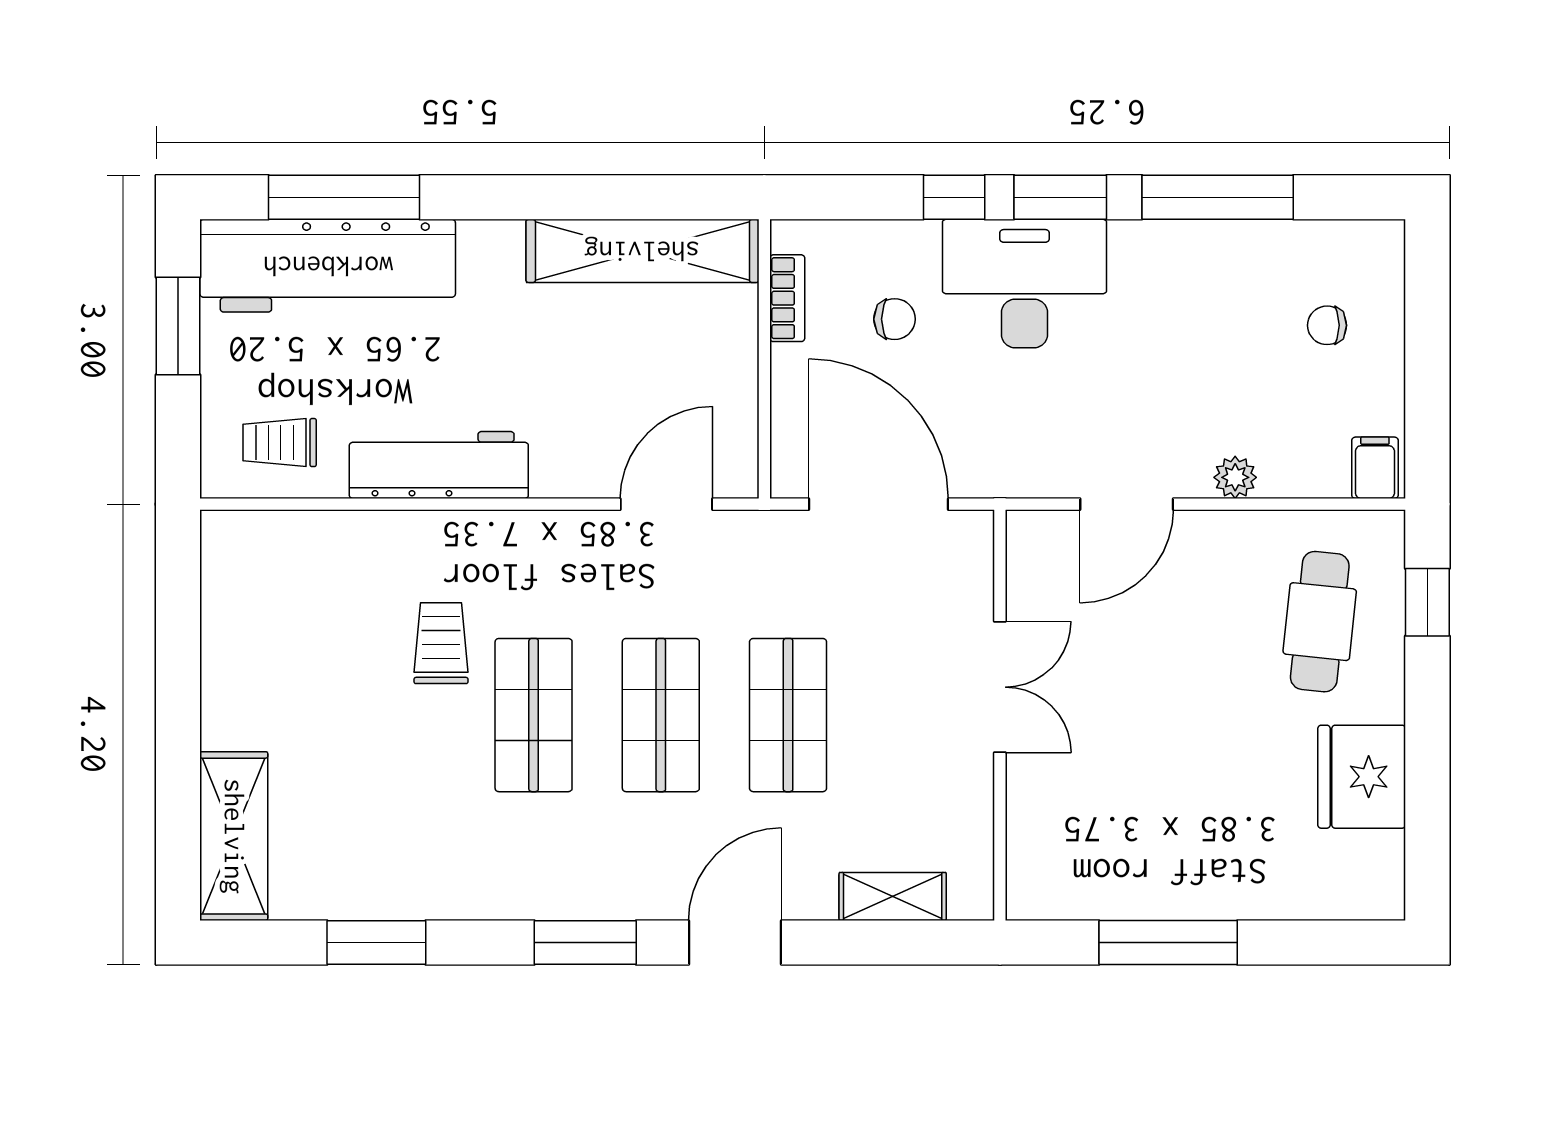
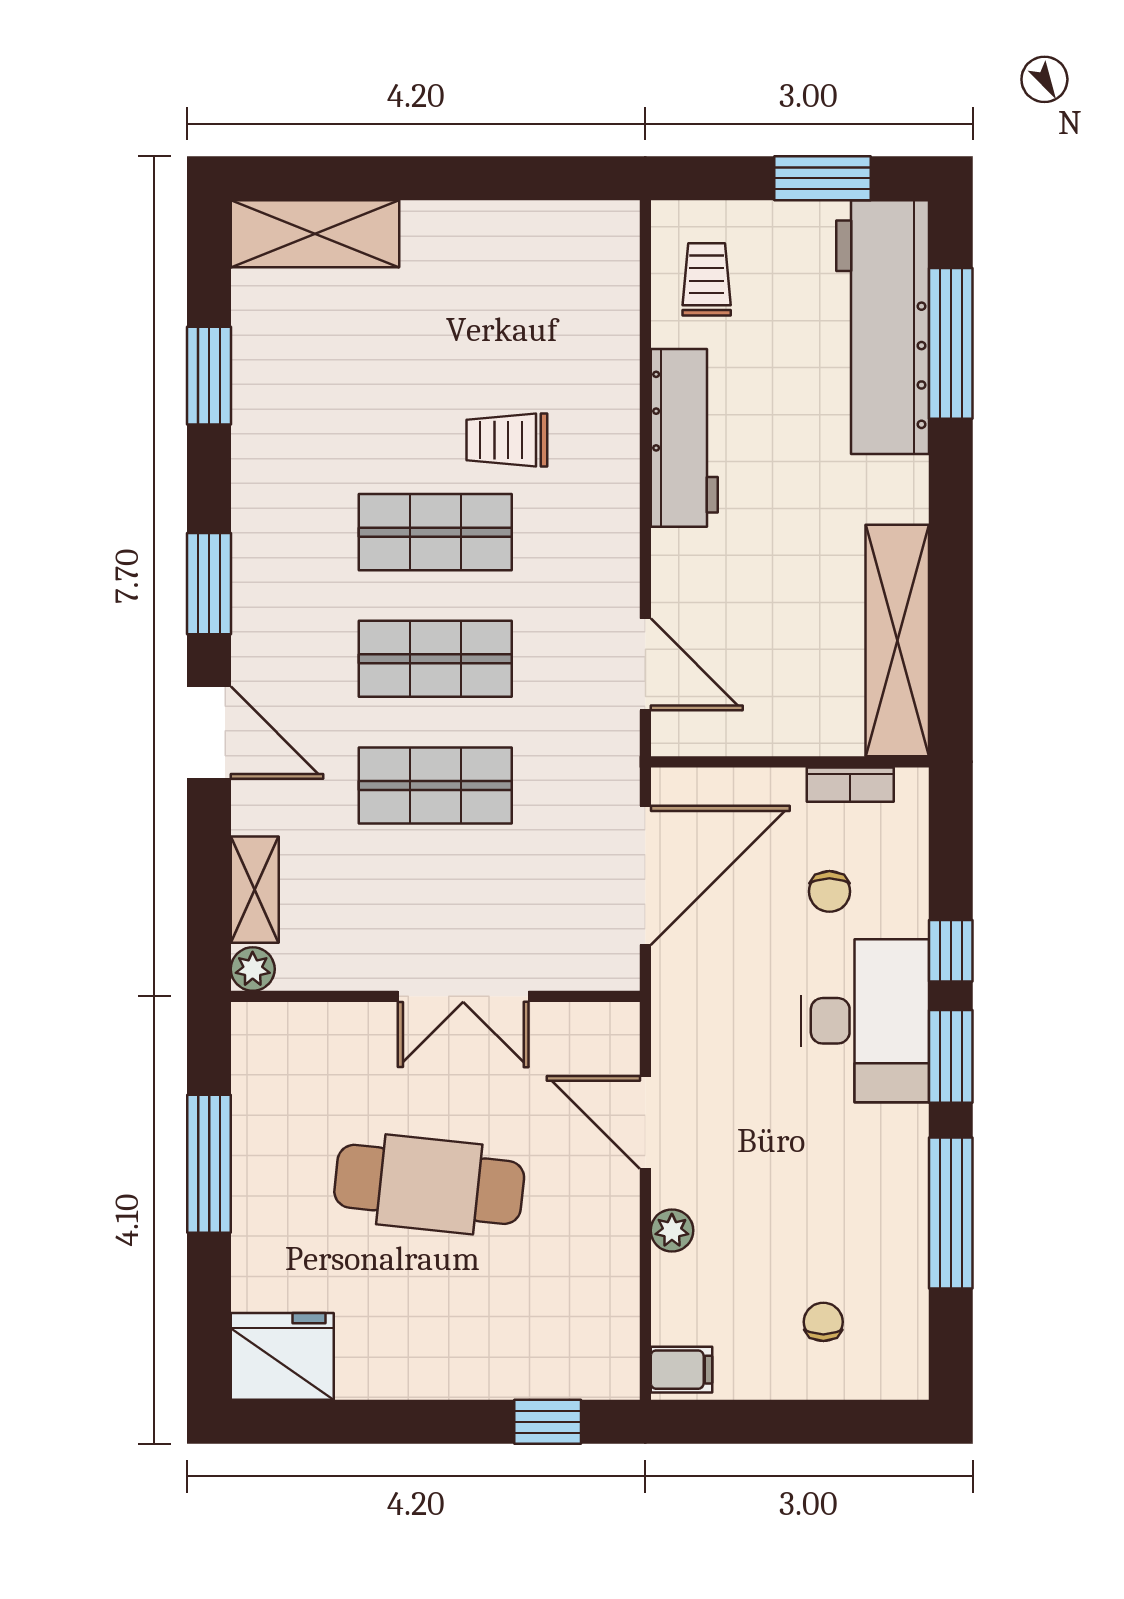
cafe table: (1320, 622) -> (429, 1184), moved, width x1.37, depth x1.35
trolley: (441, 643) -> (507, 440), turned 180
fridge: (1362, 777) -> (282, 1356), moved
plant: (972, 899) -> (253, 969), added

